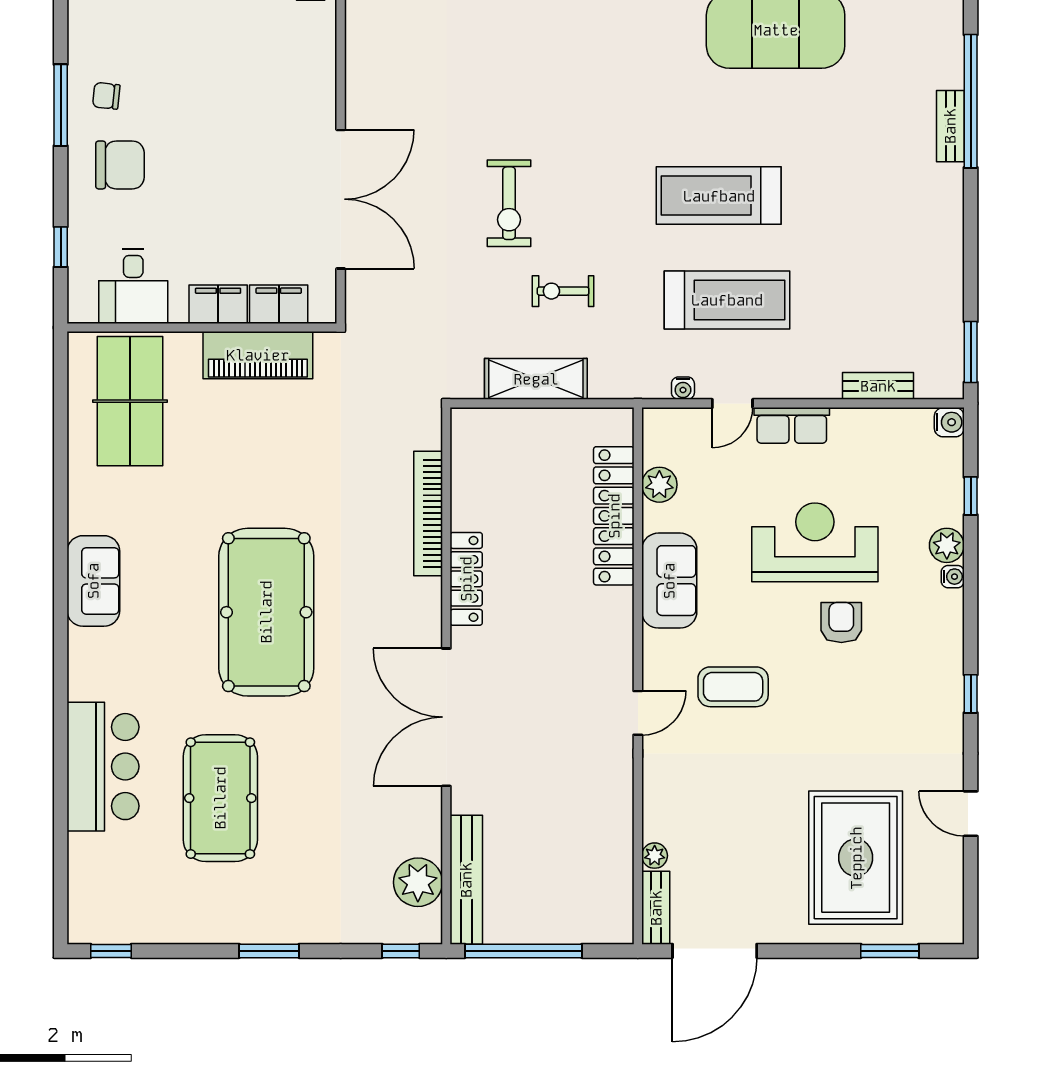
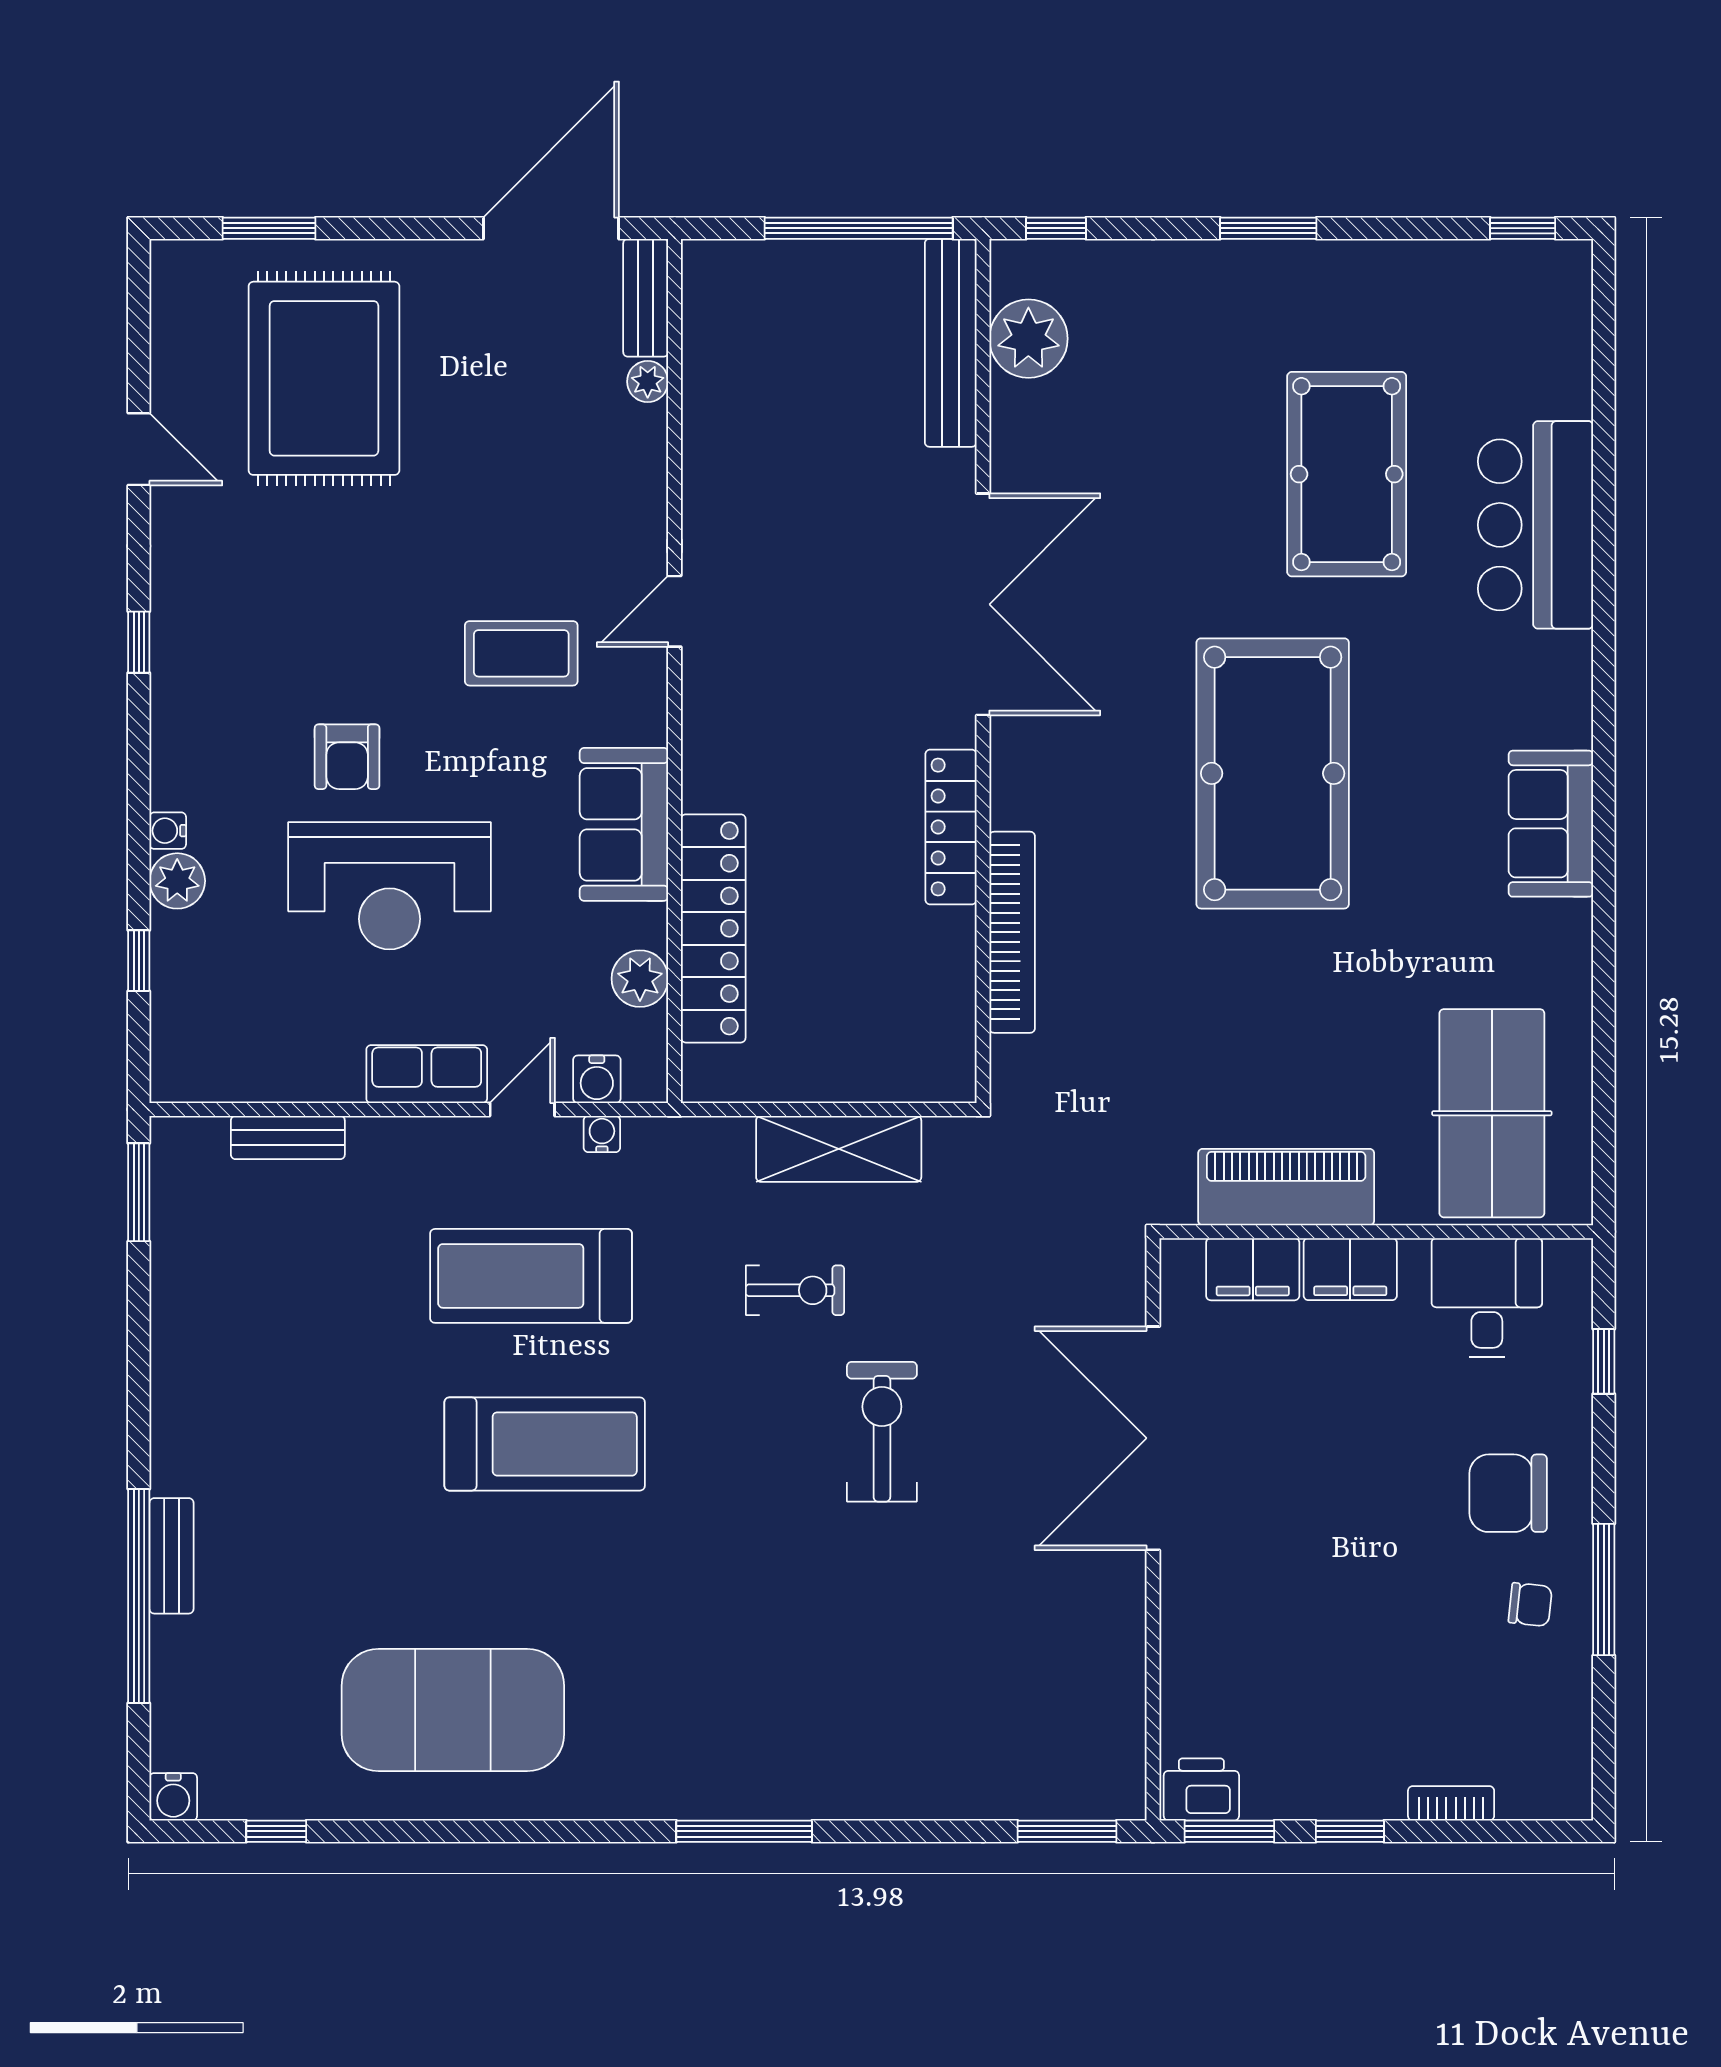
water cooler: (949, 422) -> (597, 1079), moved, turned -90

